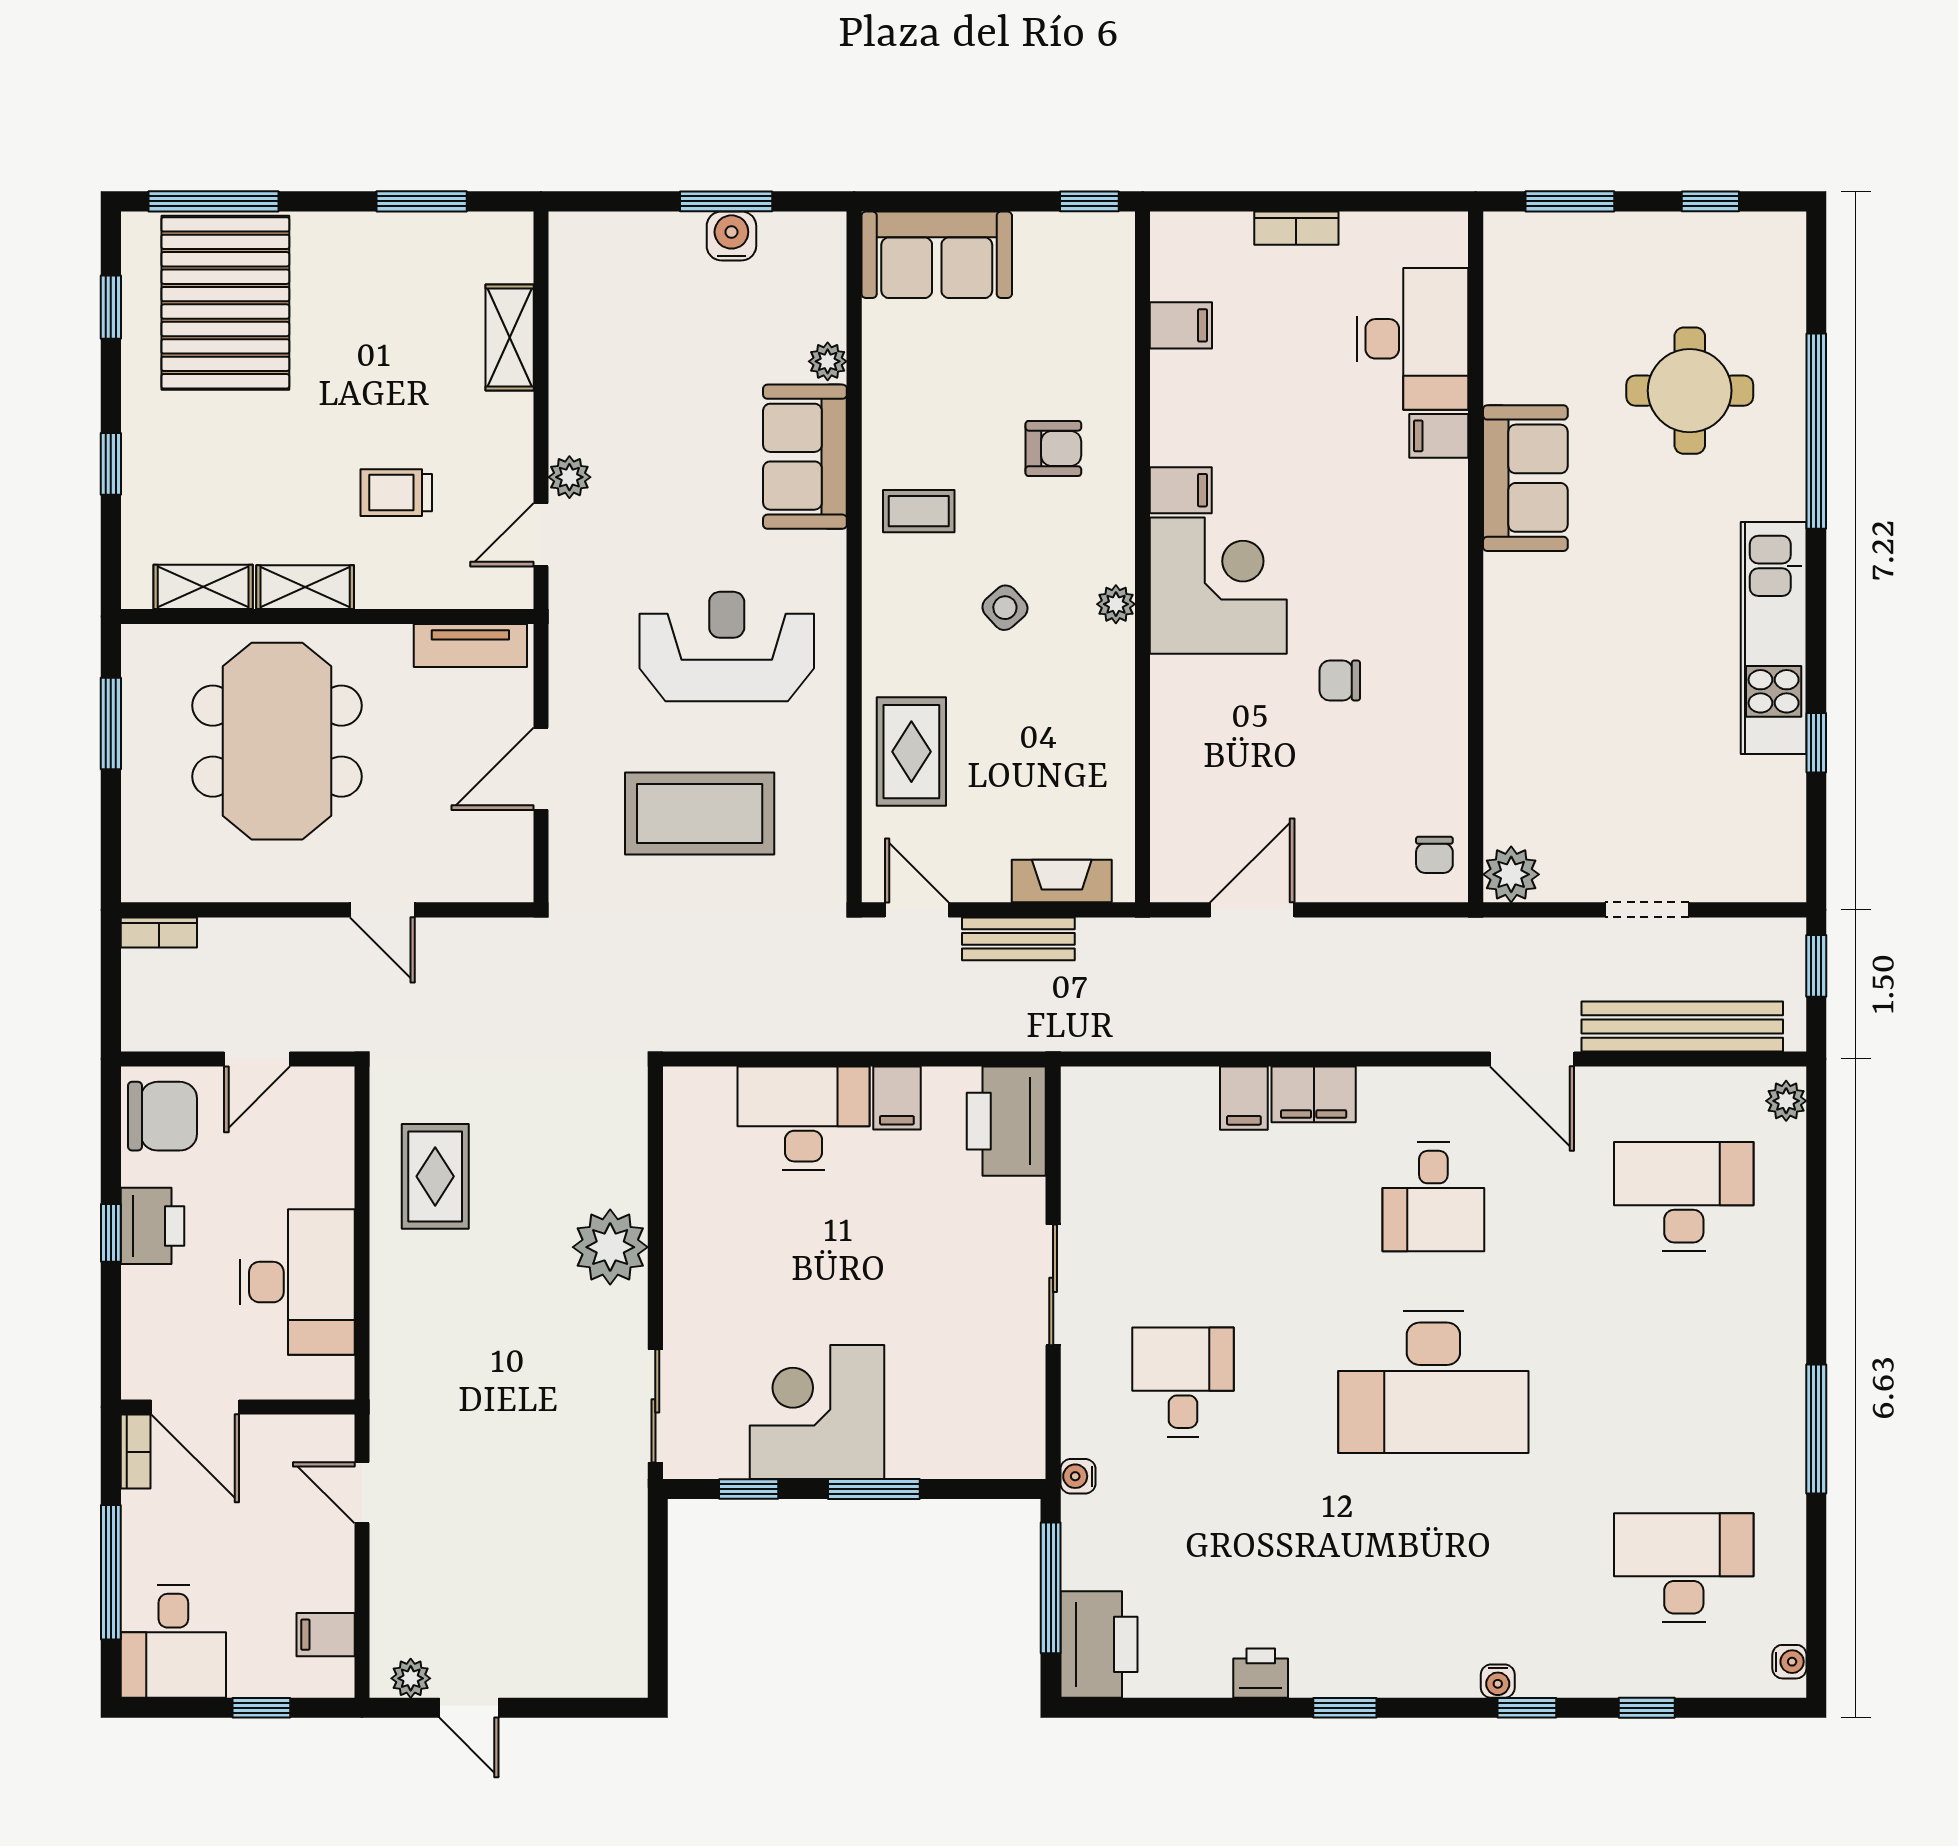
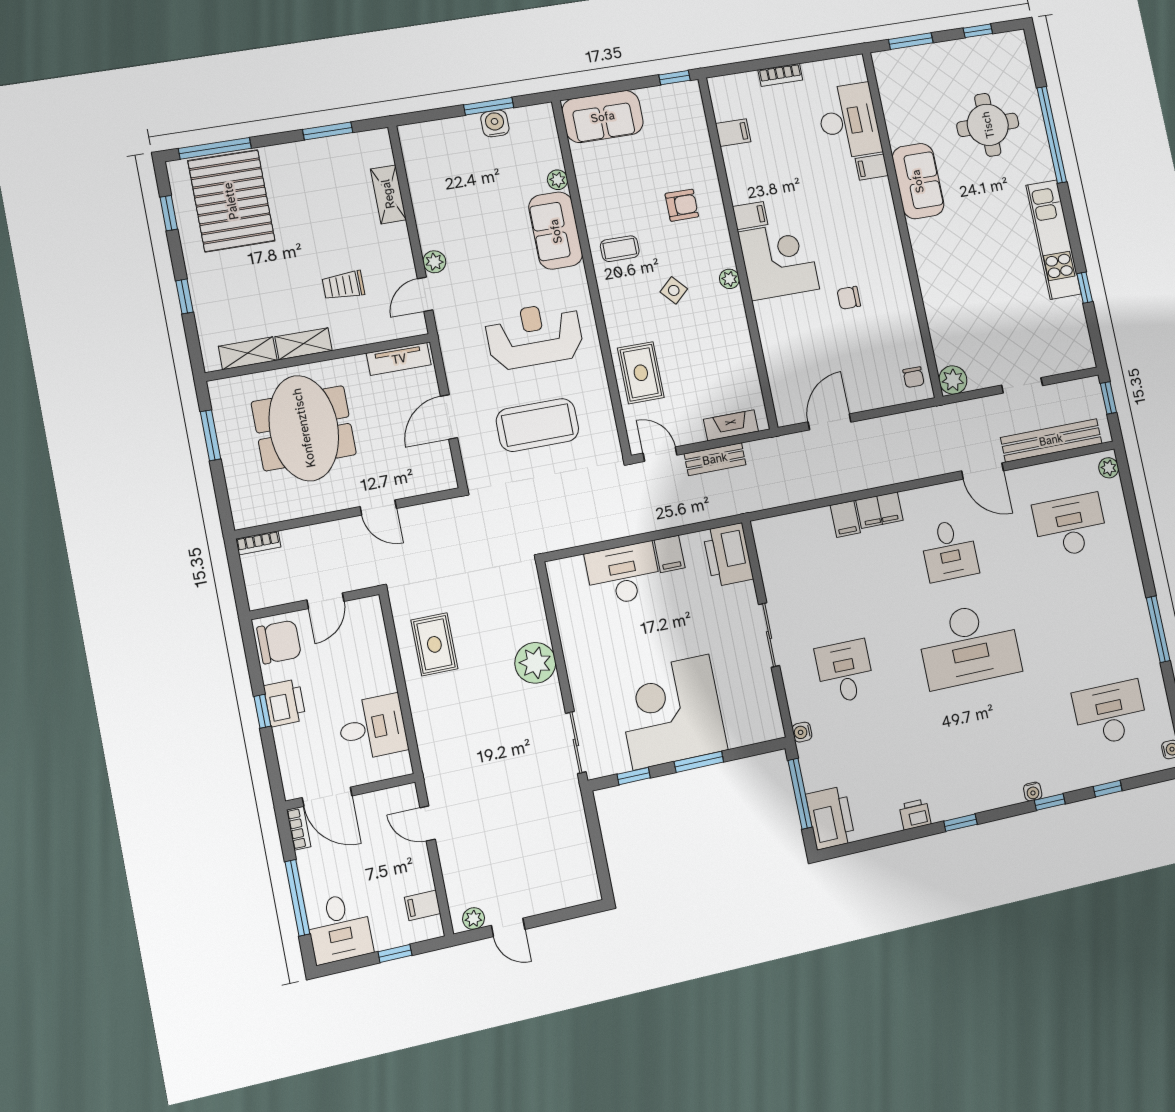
desk: (297, 1282) -> (372, 727), width x0.73
corner desk: (817, 1412) -> (671, 712), width x1.36, depth x1.36

